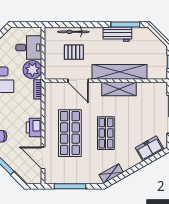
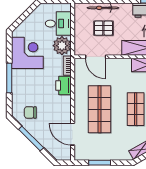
door: (78, 81) -> (96, 57), moved
printer: (34, 127) -> (64, 85), moved
window: (70, 186) -> (100, 163), width x0.69

